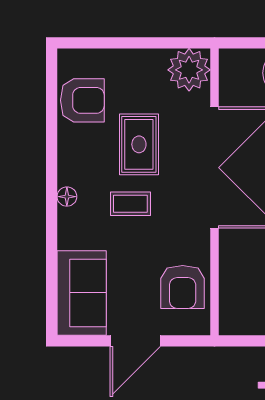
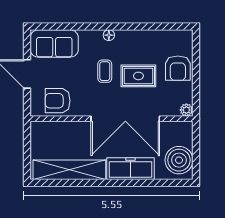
plant: (189, 70) -> (186, 110), width x0.53, depth x0.53
armchair: (82, 100) -> (178, 68), moved

